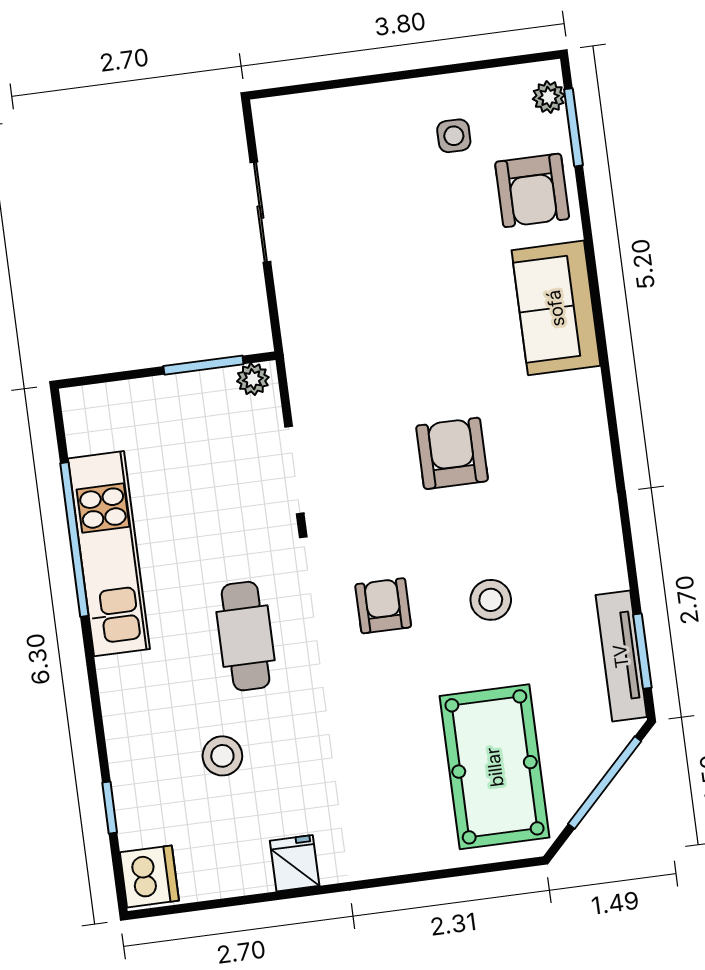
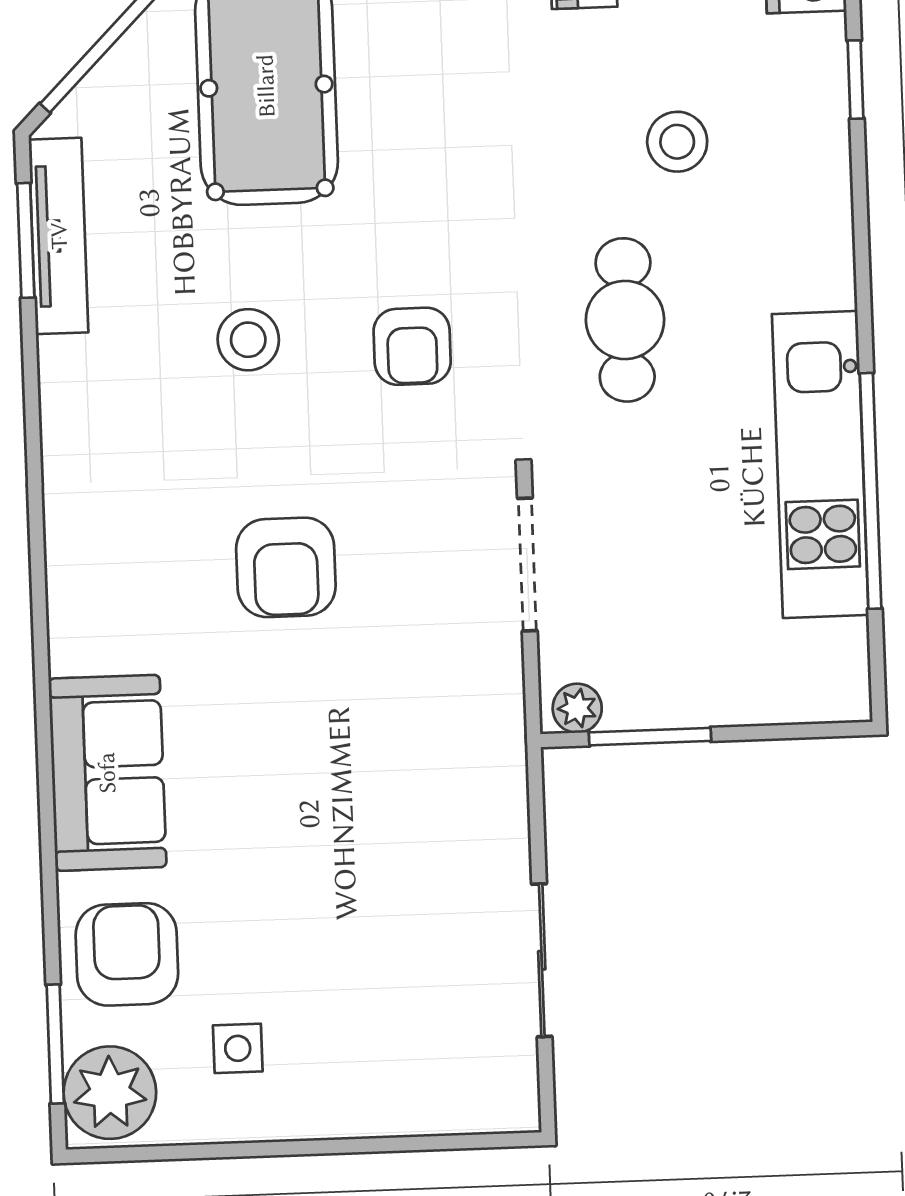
plant: (549, 97) -> (110, 1093), width x1.88, depth x1.88

